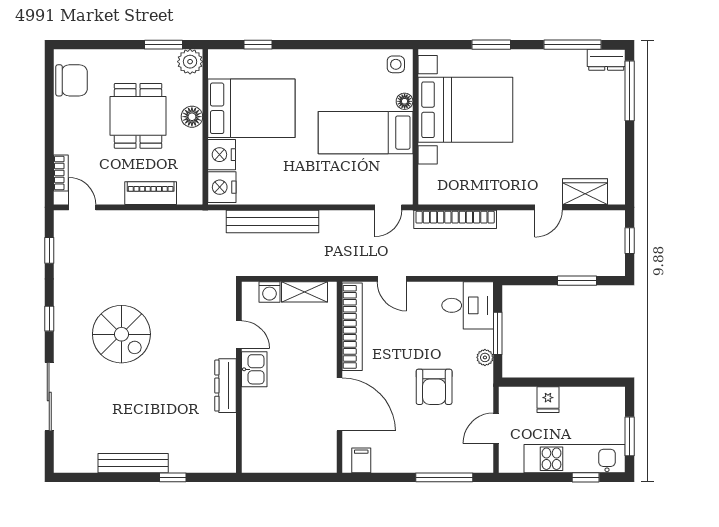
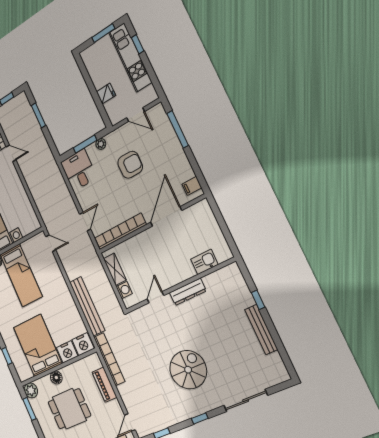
bookcase: (455, 219) -> (109, 359), moved
kitchen sink: (254, 369) -> (204, 262), moved

